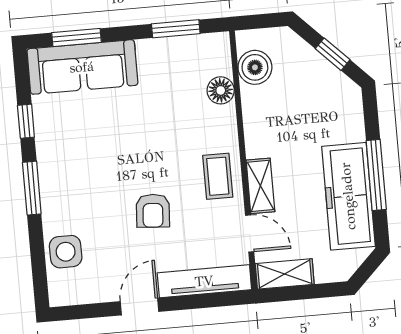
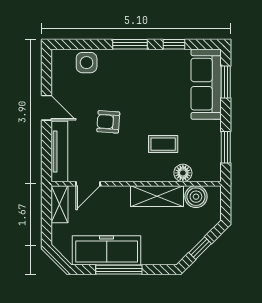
coffee table: (218, 176) -> (163, 144), moved
shelving: (260, 186) -> (157, 196), moved, width x1.50, depth x1.33

